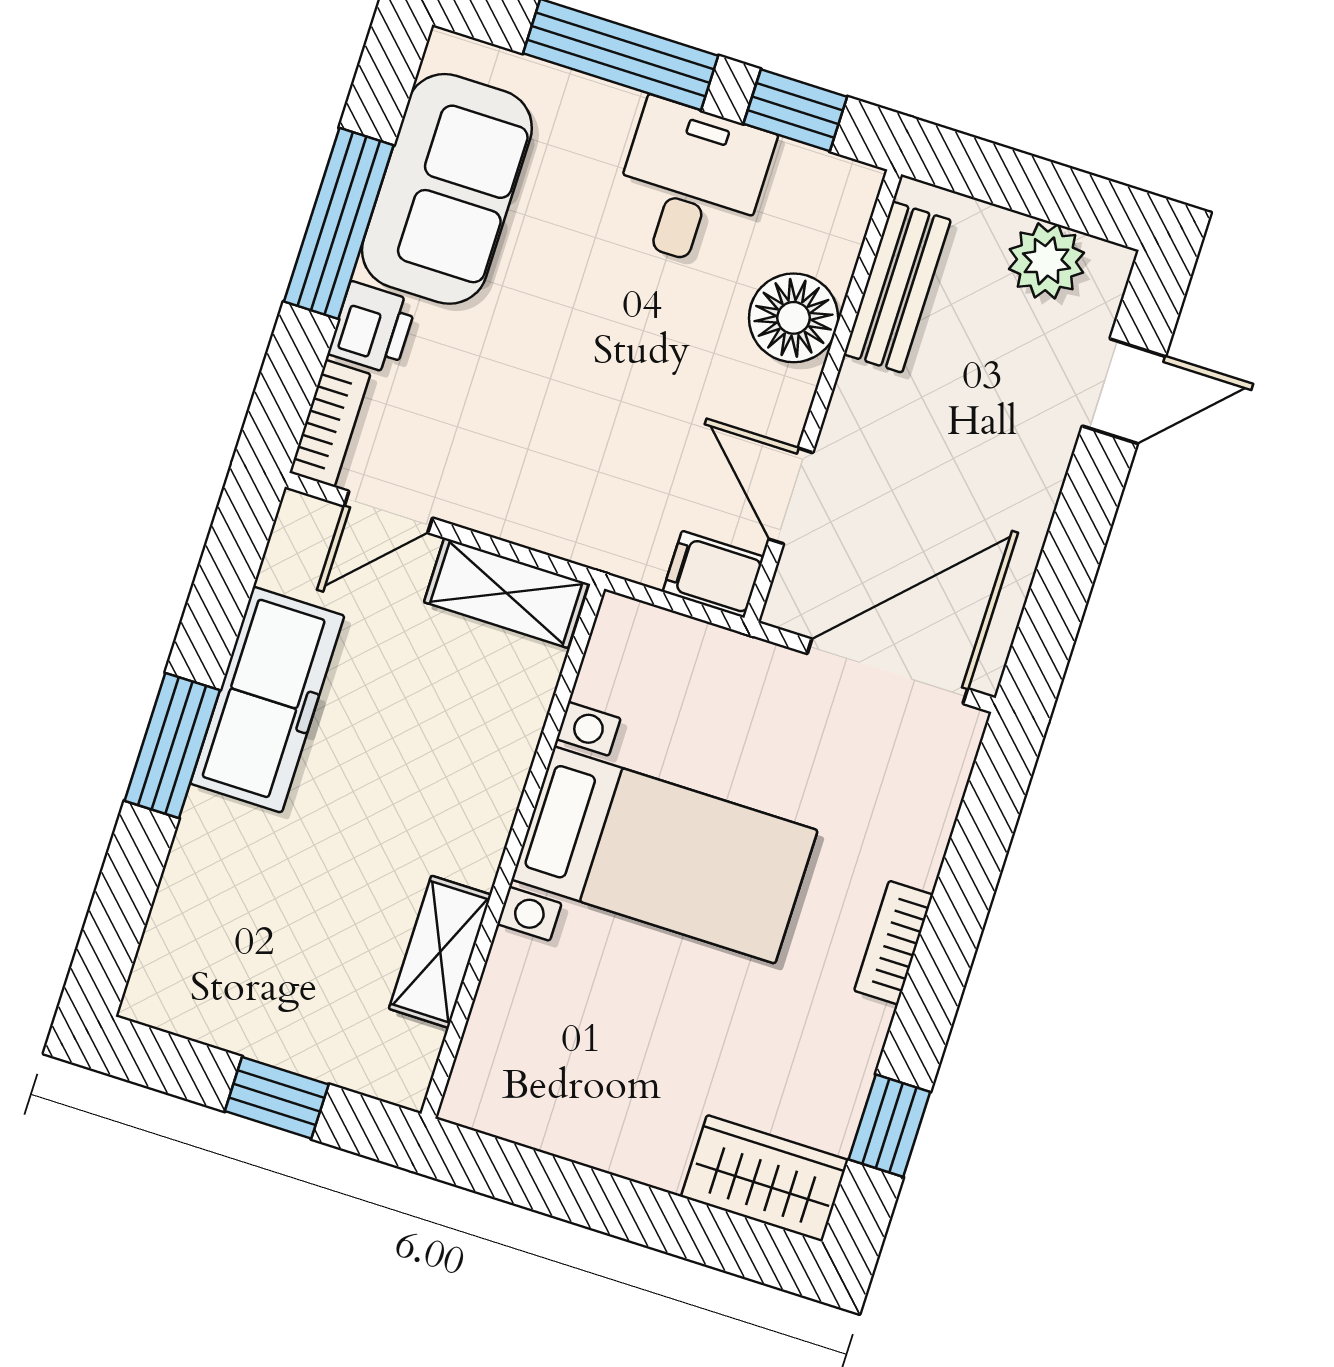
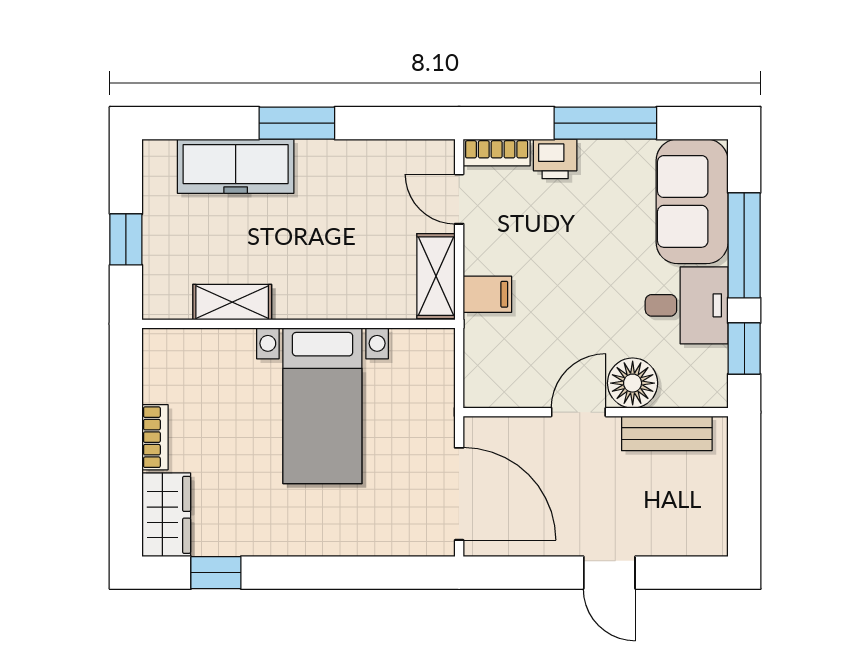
sofa: (447, 189) -> (692, 201), moved, turned 90
plant: (1046, 261) -> (706, 509), removed
door: (1124, 391) -> (609, 573), moved
door: (791, 496) -> (578, 412), moved
filing cabinet: (713, 574) -> (487, 294), moved, turned 90
freezer: (267, 700) -> (236, 166), moved
bookcase: (894, 943) -> (155, 437), moved, turned 90

